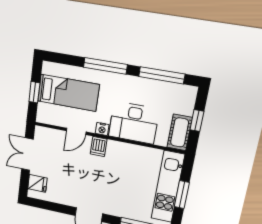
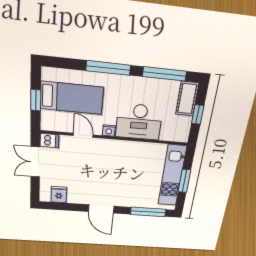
door: (76, 131) -> (83, 135), swing flipped
cot: (180, 132) -> (187, 99), moved
dishwasher: (99, 147) -> (49, 141), moved, turned -90
fridge: (37, 183) -> (59, 195), moved, turned -90

